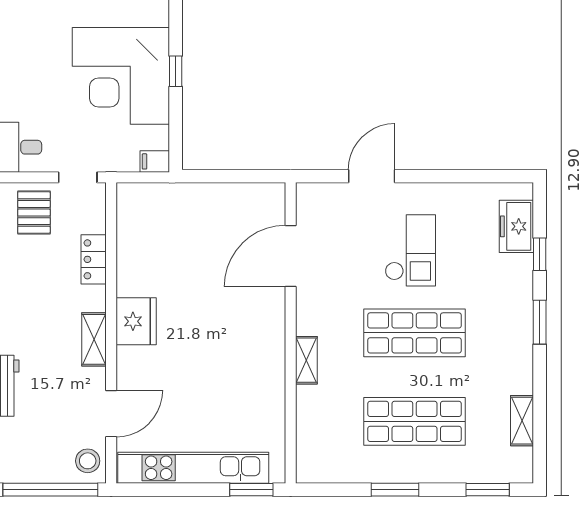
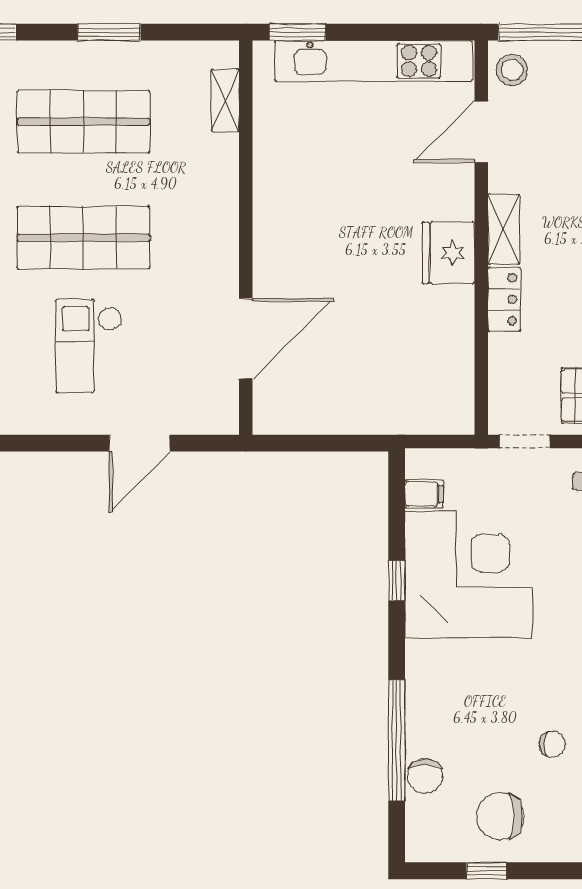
filing cabinet: (155, 161) -> (424, 494), moved
locker: (94, 259) -> (504, 299), moved
shelving: (306, 360) -> (225, 100), moved

